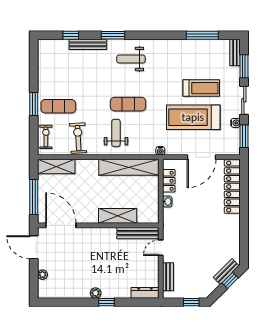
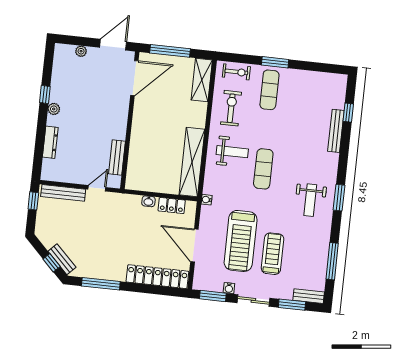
window: (113, 35) -> (339, 198), moved
weight bench: (131, 59) -> (310, 200), moved, turned 180
treadmill: (201, 88) -> (273, 254), turned 180
treadmill: (193, 117) -> (241, 241), turned 180
exercise bike: (78, 138) -> (231, 108), turned -87
shelving: (118, 216) -> (138, 143), removed
bench: (137, 233) -> (117, 157), width x0.73
window: (244, 235) -> (101, 284), added
door: (161, 248) -> (97, 188), hinge flipped
bench: (168, 277) -> (63, 193), width x1.36
dresser: (145, 293) -> (50, 142), moved
window: (106, 302) -> (45, 95), moved
window: (191, 302) -> (33, 201), moved

